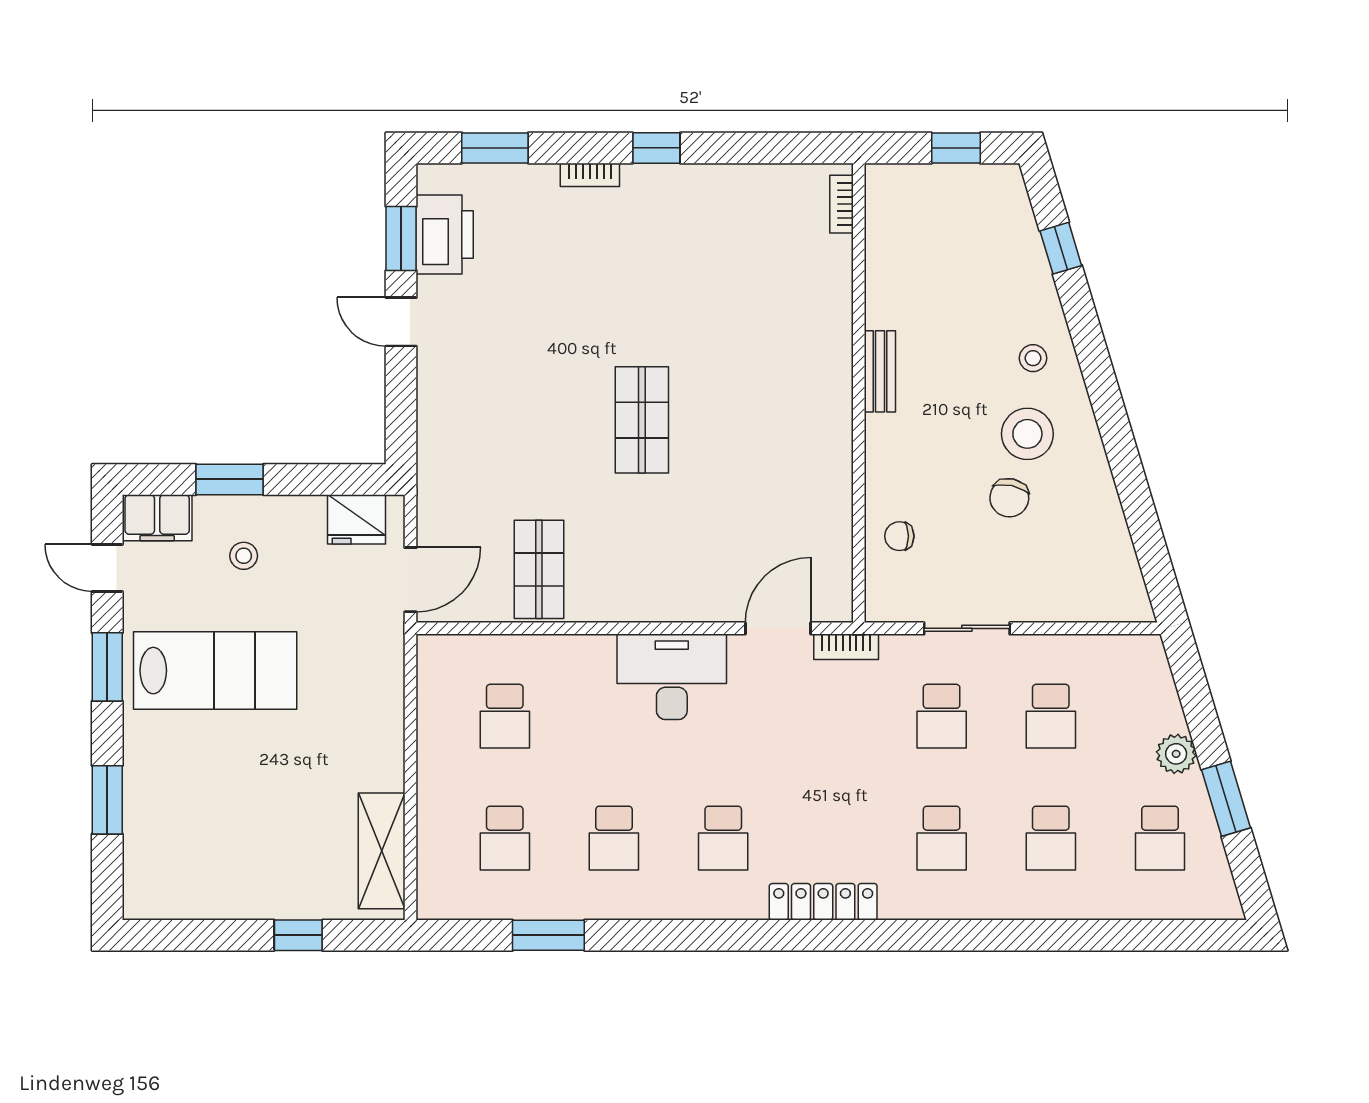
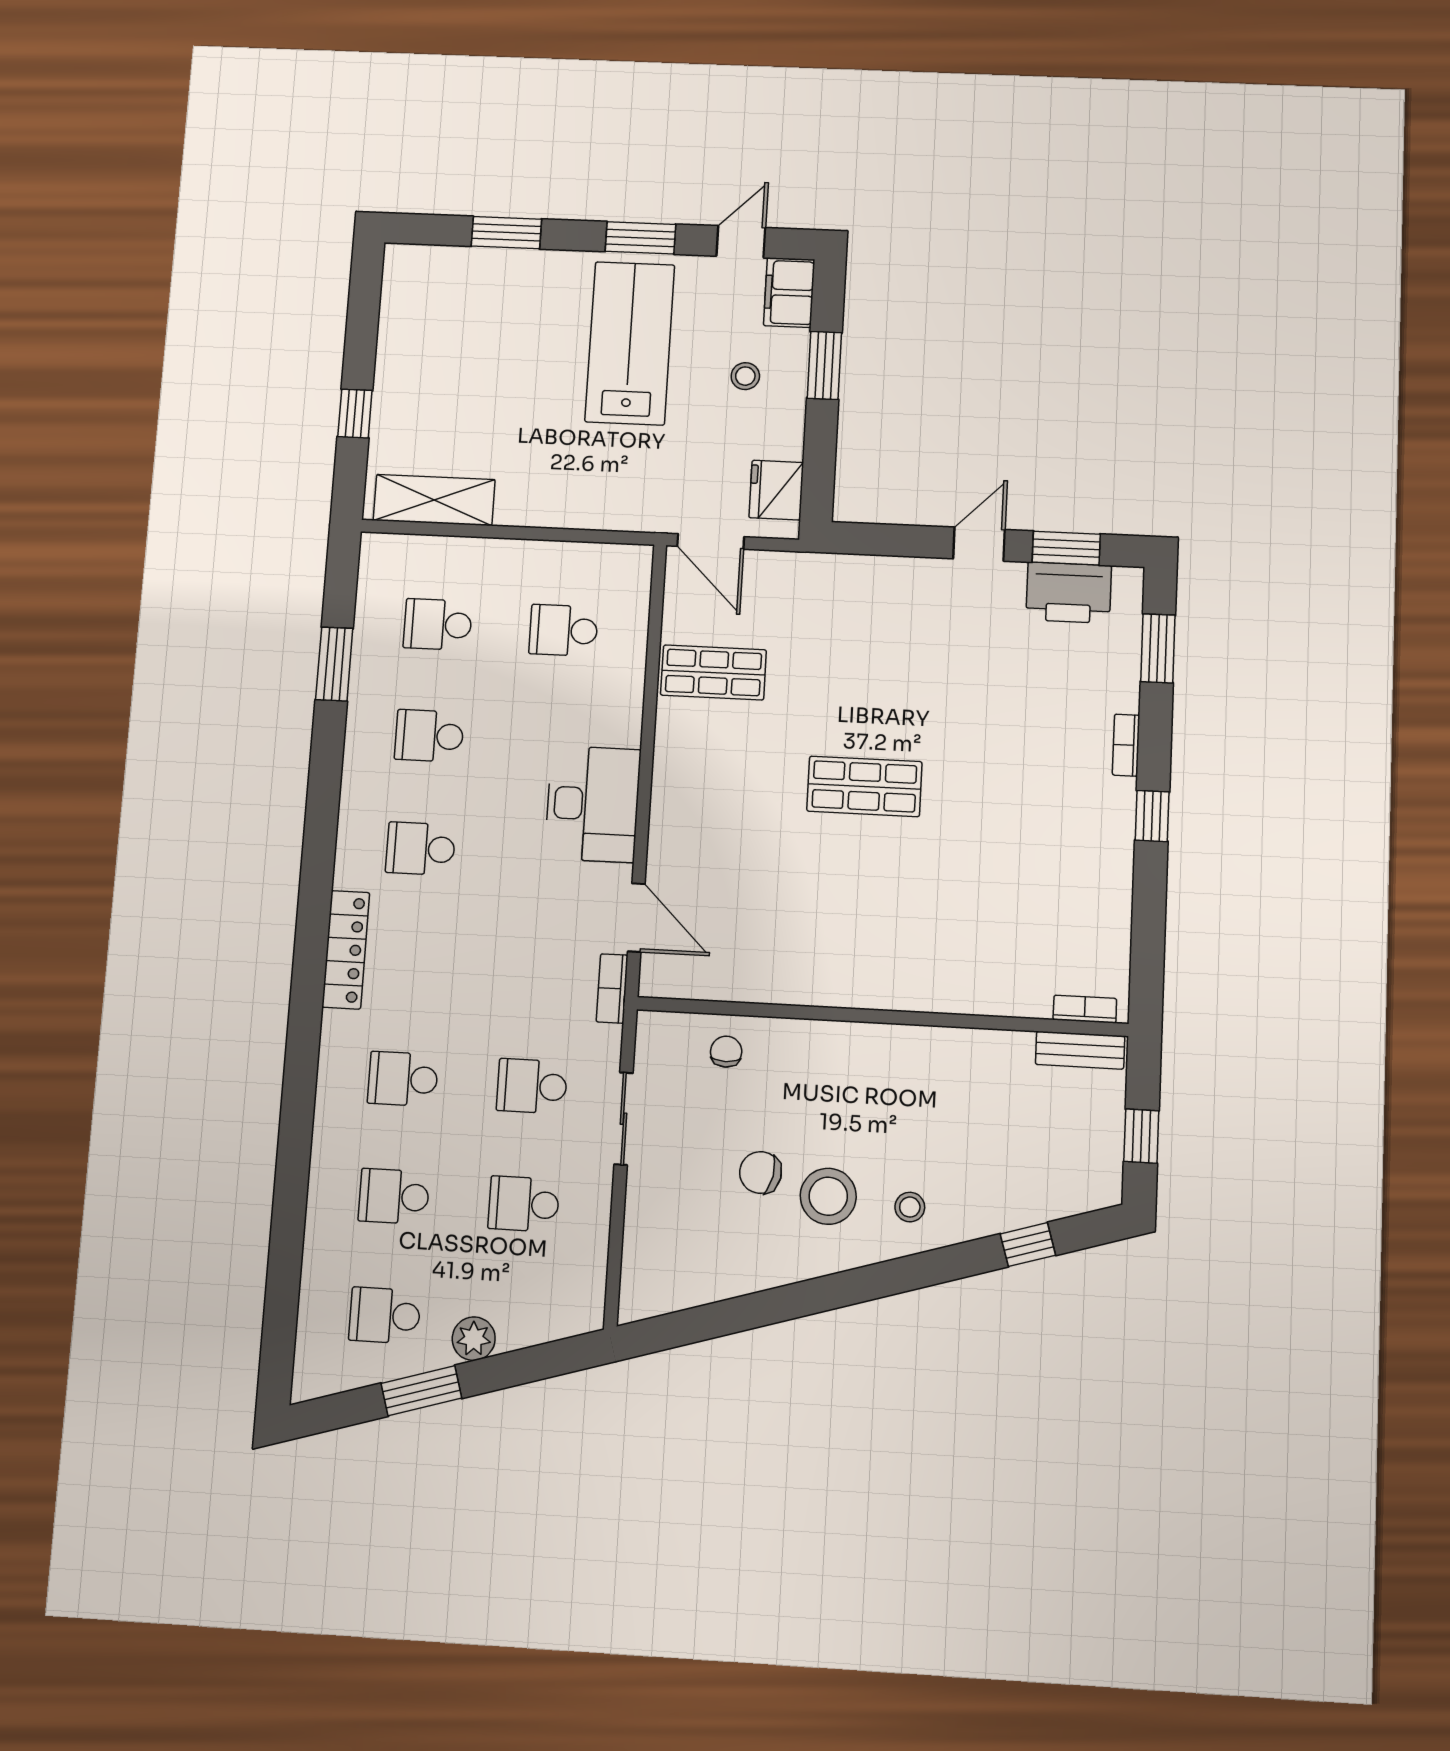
bench: (880, 371) -> (1080, 1050), moved
lab bench: (215, 671) -> (630, 343), turned 180

